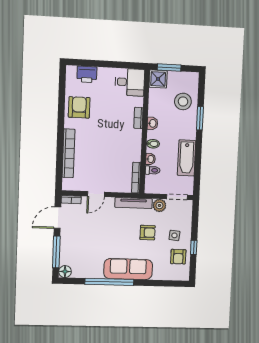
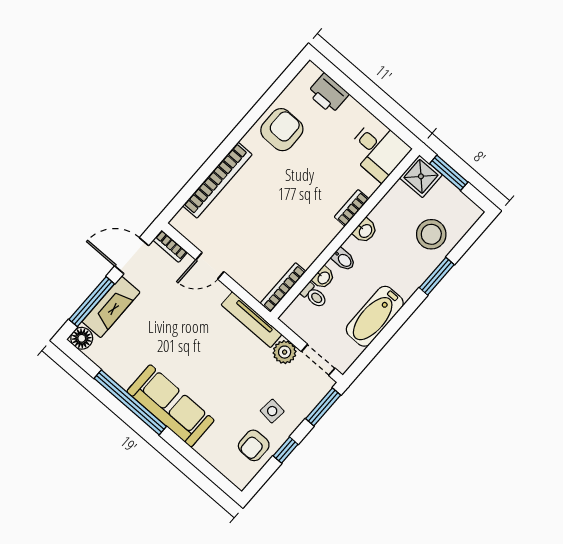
window: (195, 216) -> (323, 407), added
armchair: (148, 233) -> (238, 377), removed
fireplace: (67, 247) -> (111, 307), added

